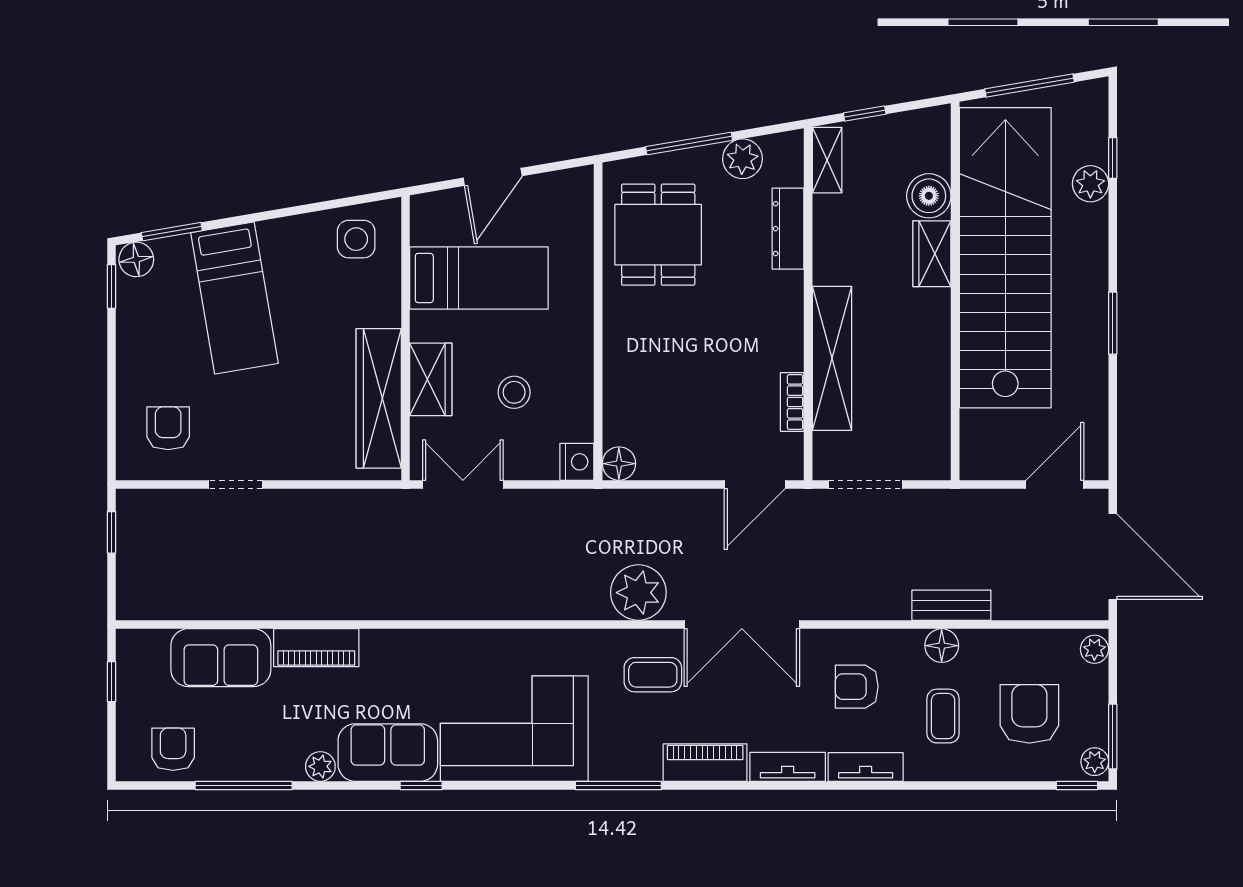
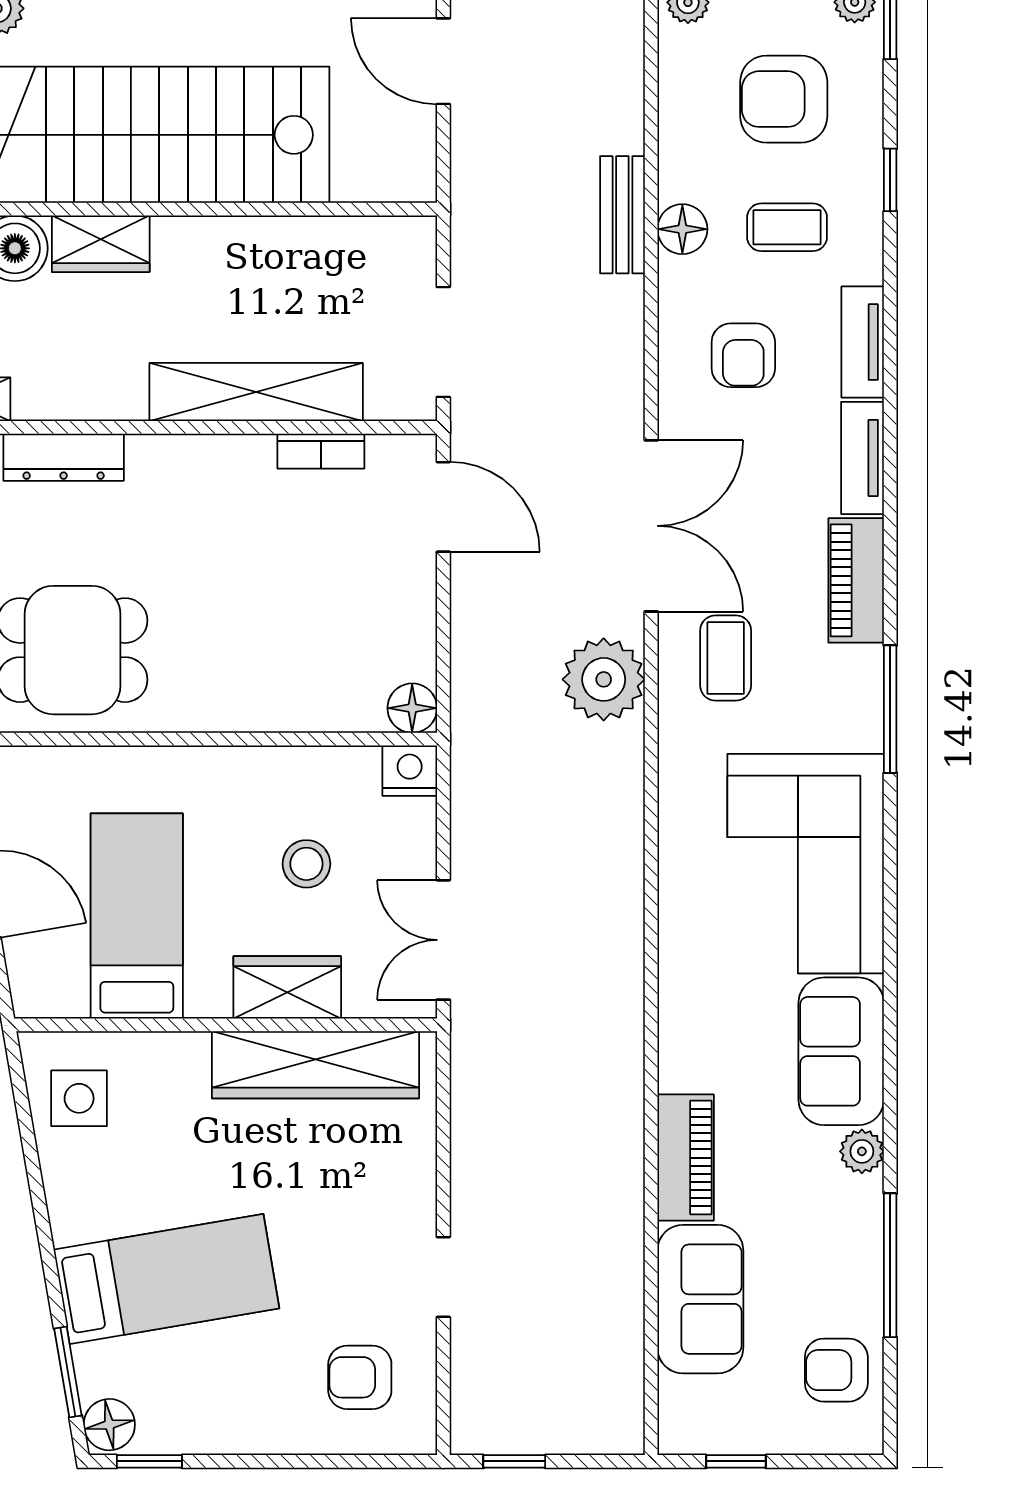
window: (421, 786) -> (890, 180), moved

